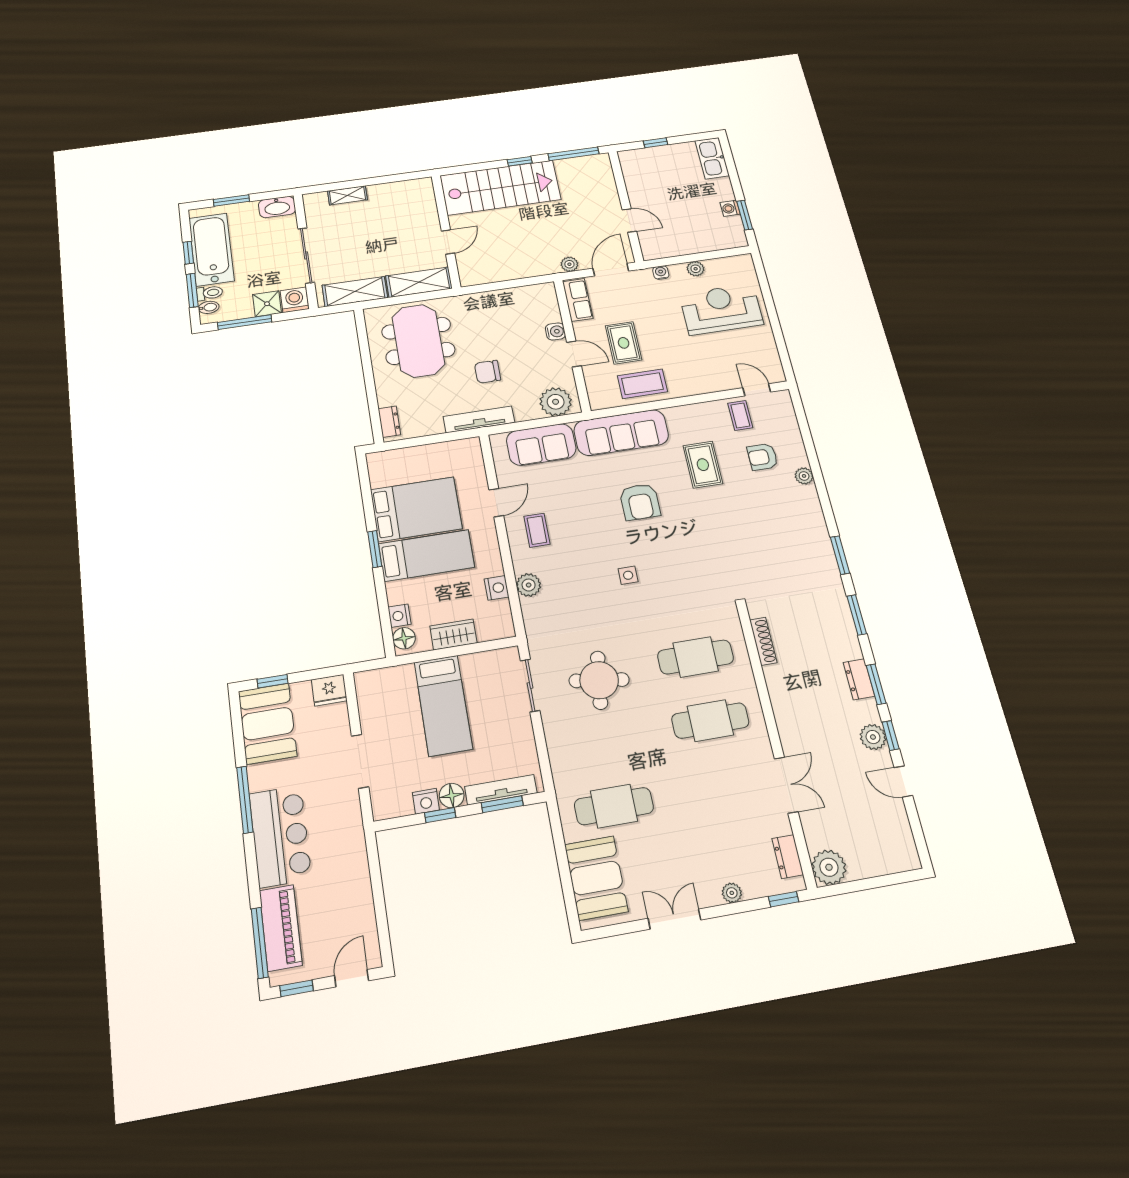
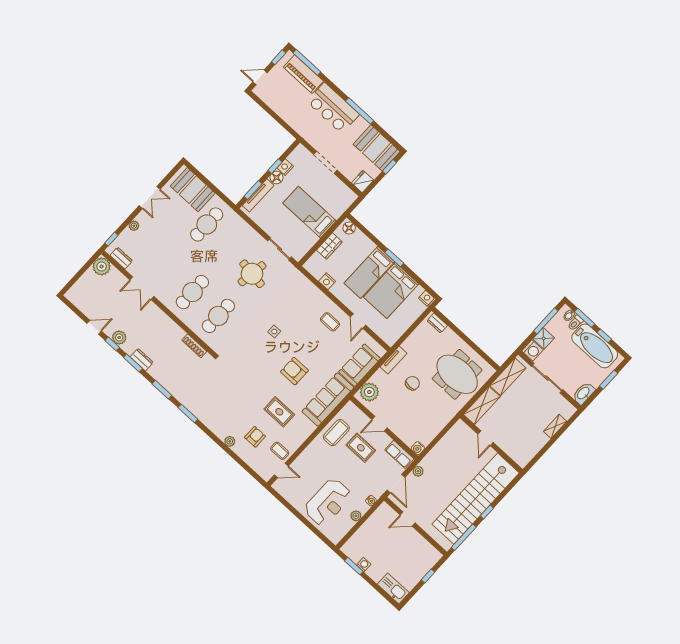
stairs: (500, 188) -> (476, 499), width x1.36
water cooler: (555, 332) -> (418, 448), moved
tv unit: (479, 419) -> (394, 360), width x0.71
plant: (529, 585) -> (314, 293), removed
nightstand: (399, 616) -> (426, 298), moved
door: (352, 978) -> (260, 77), swing flipped

